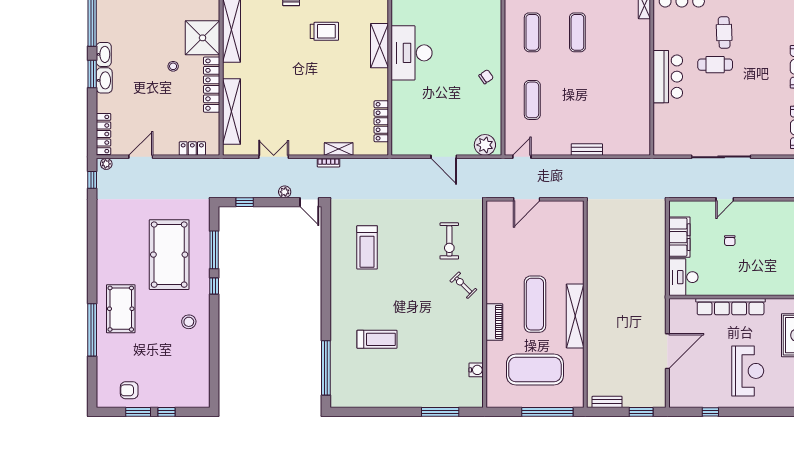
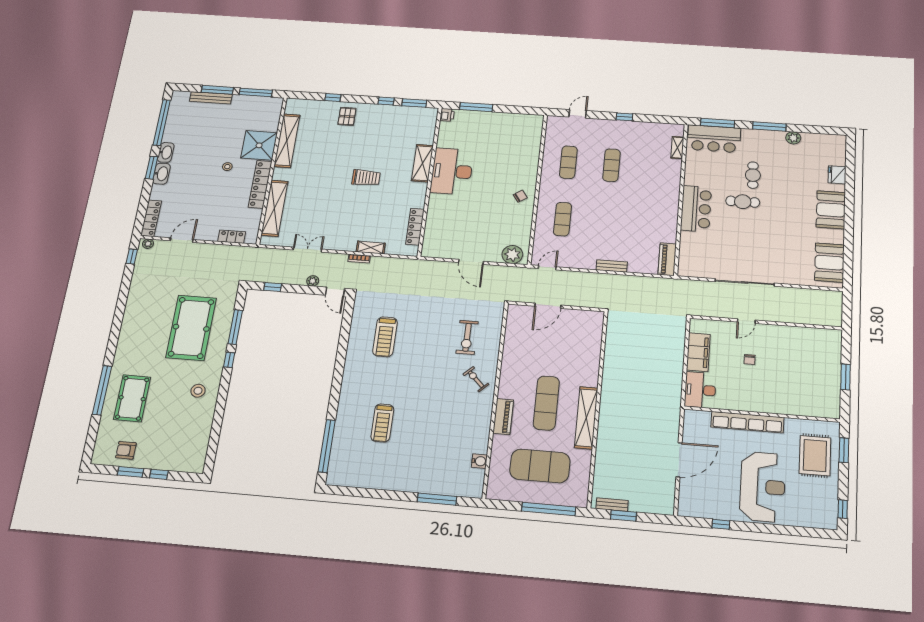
trolley: (324, 31) -> (366, 178), moved
piano: (642, 137) -> (667, 259), added
pool table: (121, 309) -> (132, 398), moved
treadmill: (377, 339) -> (382, 423), turned 90
reception desk: (748, 371) -> (763, 487), width x1.36, depth x1.30
window: (641, 412) -> (623, 516), moved

